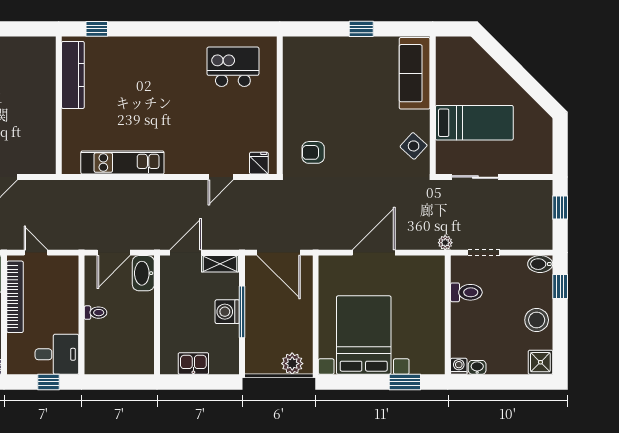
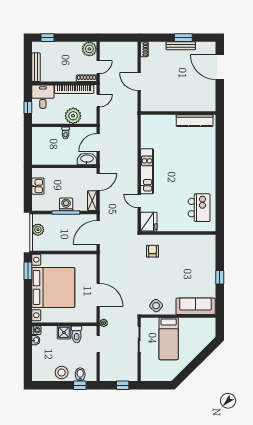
window: (97, 29) -> (220, 134), removed
kitchen unit: (122, 163) -> (147, 171), moved
fridge: (259, 163) -> (149, 222), width x1.88, depth x1.34
door: (114, 253) -> (98, 143), hinge flipped
door: (186, 253) -> (98, 182), hinge flipped
door: (374, 253) -> (98, 295), moved
bidet: (540, 264) -> (80, 374), moved
plant: (64, 299) -> (73, 116), added
bed with nightstands: (364, 335) -> (53, 287), width x1.36
desk: (57, 354) -> (43, 97), moved, turned 180
shower: (540, 362) -> (64, 332), moved
plant: (292, 364) -> (38, 230), moved
window: (405, 382) -> (28, 271), moved

